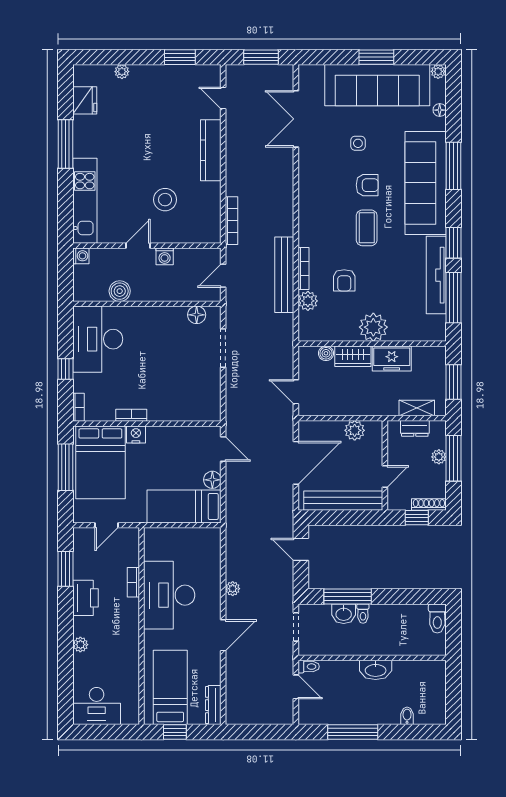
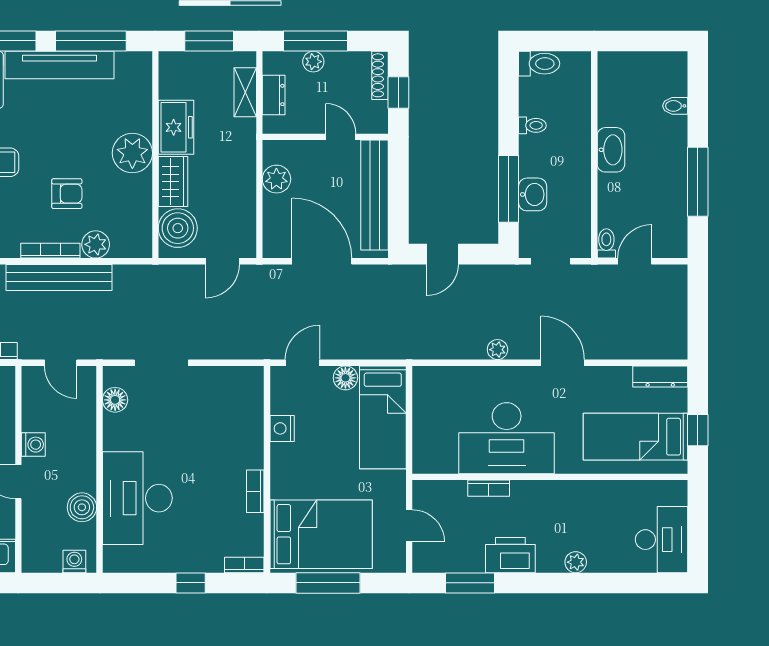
washing machine: (81, 256) -> (74, 562), moved
desk: (98, 339) -> (137, 498), moved, turned 90
boiler: (326, 353) -> (178, 228), width x1.86, depth x1.86
nightstand: (136, 434) -> (282, 428), moved
toilet: (363, 614) -> (532, 125), moved

